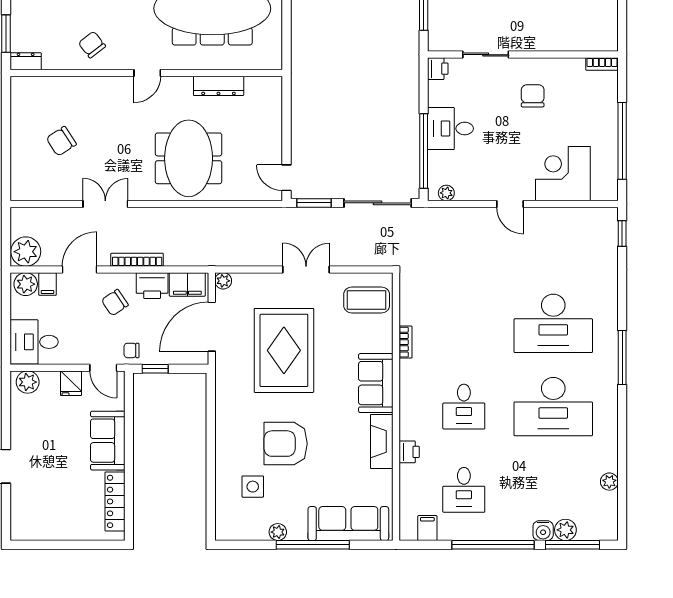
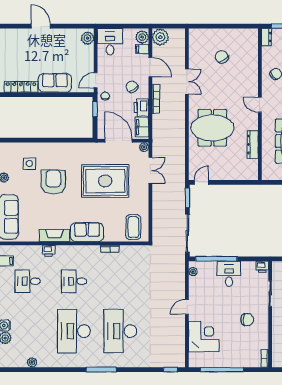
double door: (306, 269) -> (150, 170), moved
fridge: (71, 383) -> (87, 62), removed

